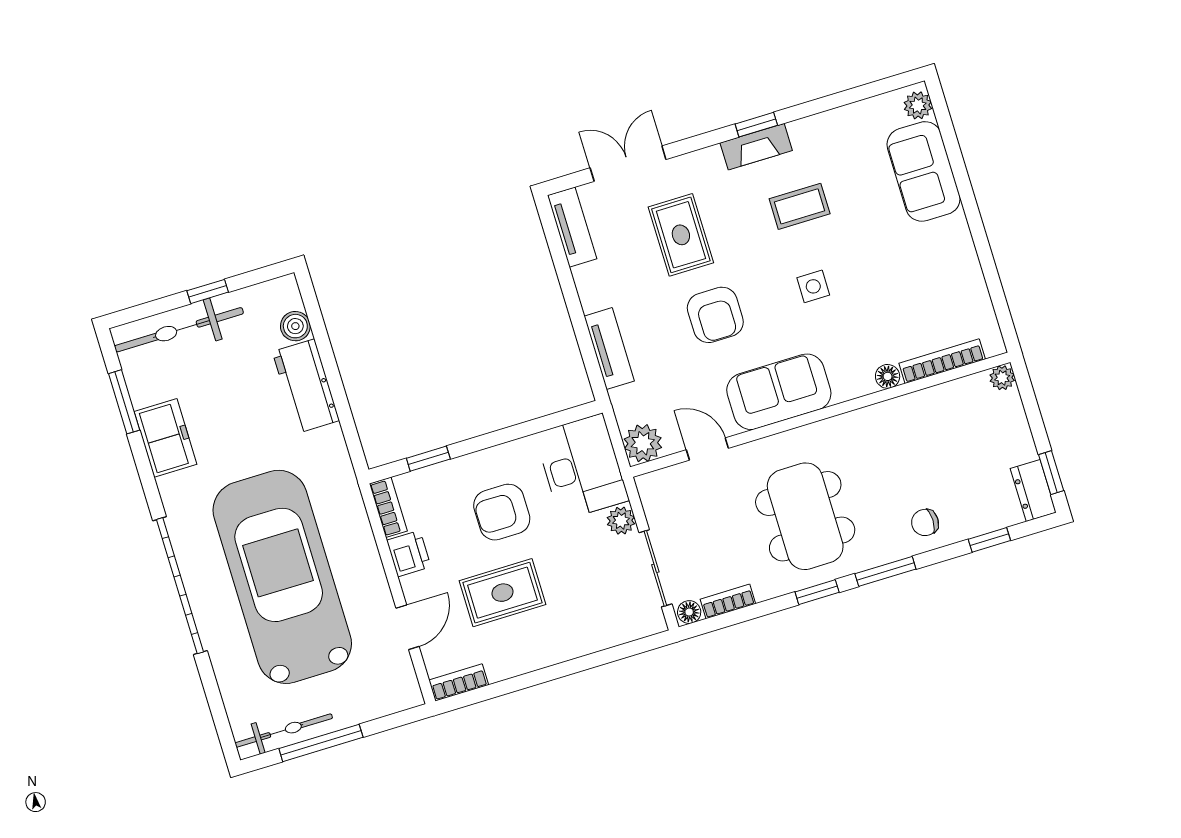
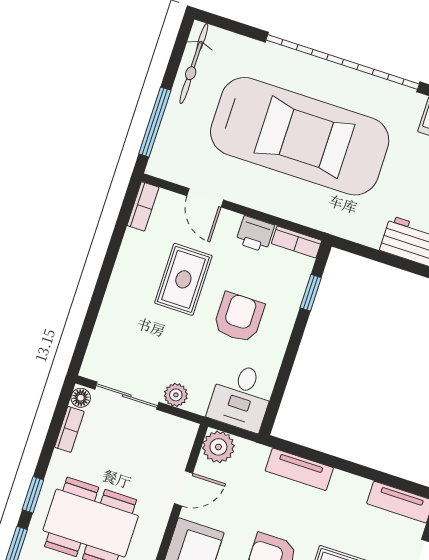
desk: (582, 467) -> (241, 397), width x0.73
garage door: (180, 586) -> (343, 62), width x1.36
window: (321, 743) -> (155, 122), moved

